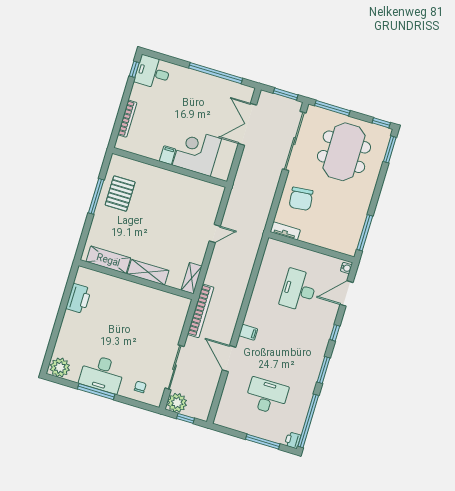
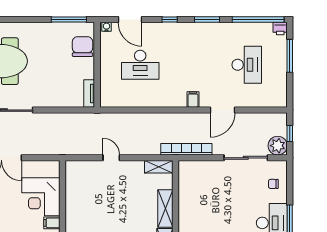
chair: (301, 199) -> (82, 47), moved, turned -84
desk: (267, 396) -> (247, 65), turned 180

